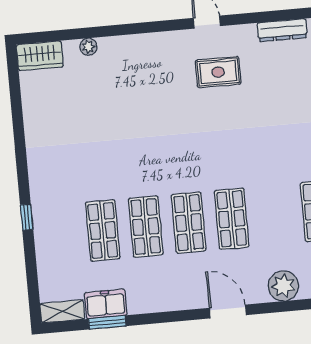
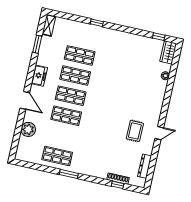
window: (15, 85) -> (159, 37), added
freezer: (106, 304) -> (39, 76), moved
door: (228, 311) -> (25, 100), hinge flipped

